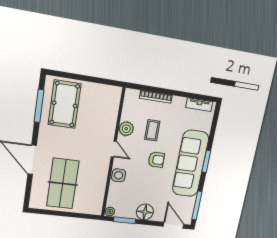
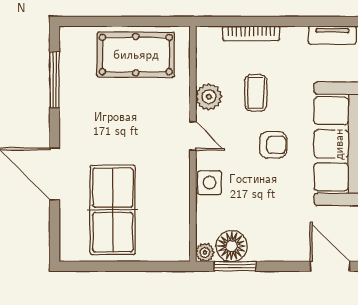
pool table: (65, 104) -> (136, 55), moved, turned 90
floor lamp: (145, 212) -> (232, 246), moved

